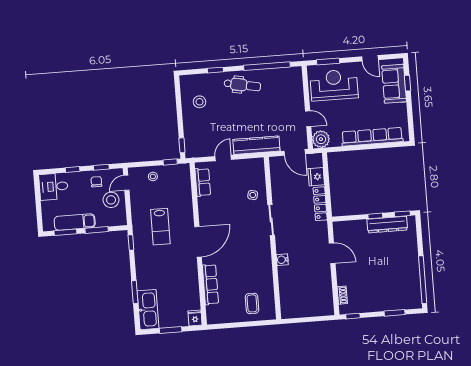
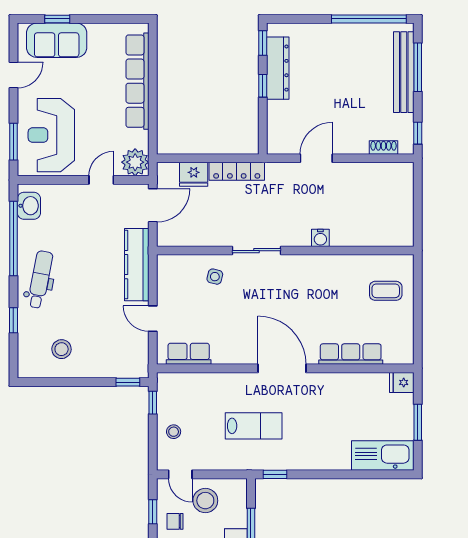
washbasin: (288, 74) -> (29, 206), added
window: (135, 292) -> (354, 474), removed
bench: (391, 304) -> (404, 72), added
window: (395, 313) -> (418, 67), width x1.44

